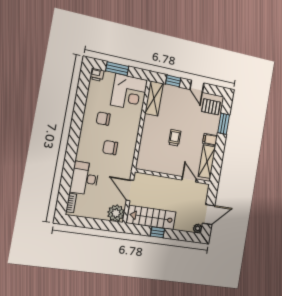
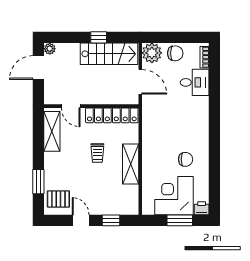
corner desk: (129, 92) -> (174, 196), moved
shelving: (154, 98) -> (131, 164), moved
filing cabinet: (210, 140) -> (53, 159), removed
chair: (110, 148) -> (175, 53), moved
locker: (158, 166) -> (112, 115), added
desk: (85, 178) -> (195, 82), width x0.73

